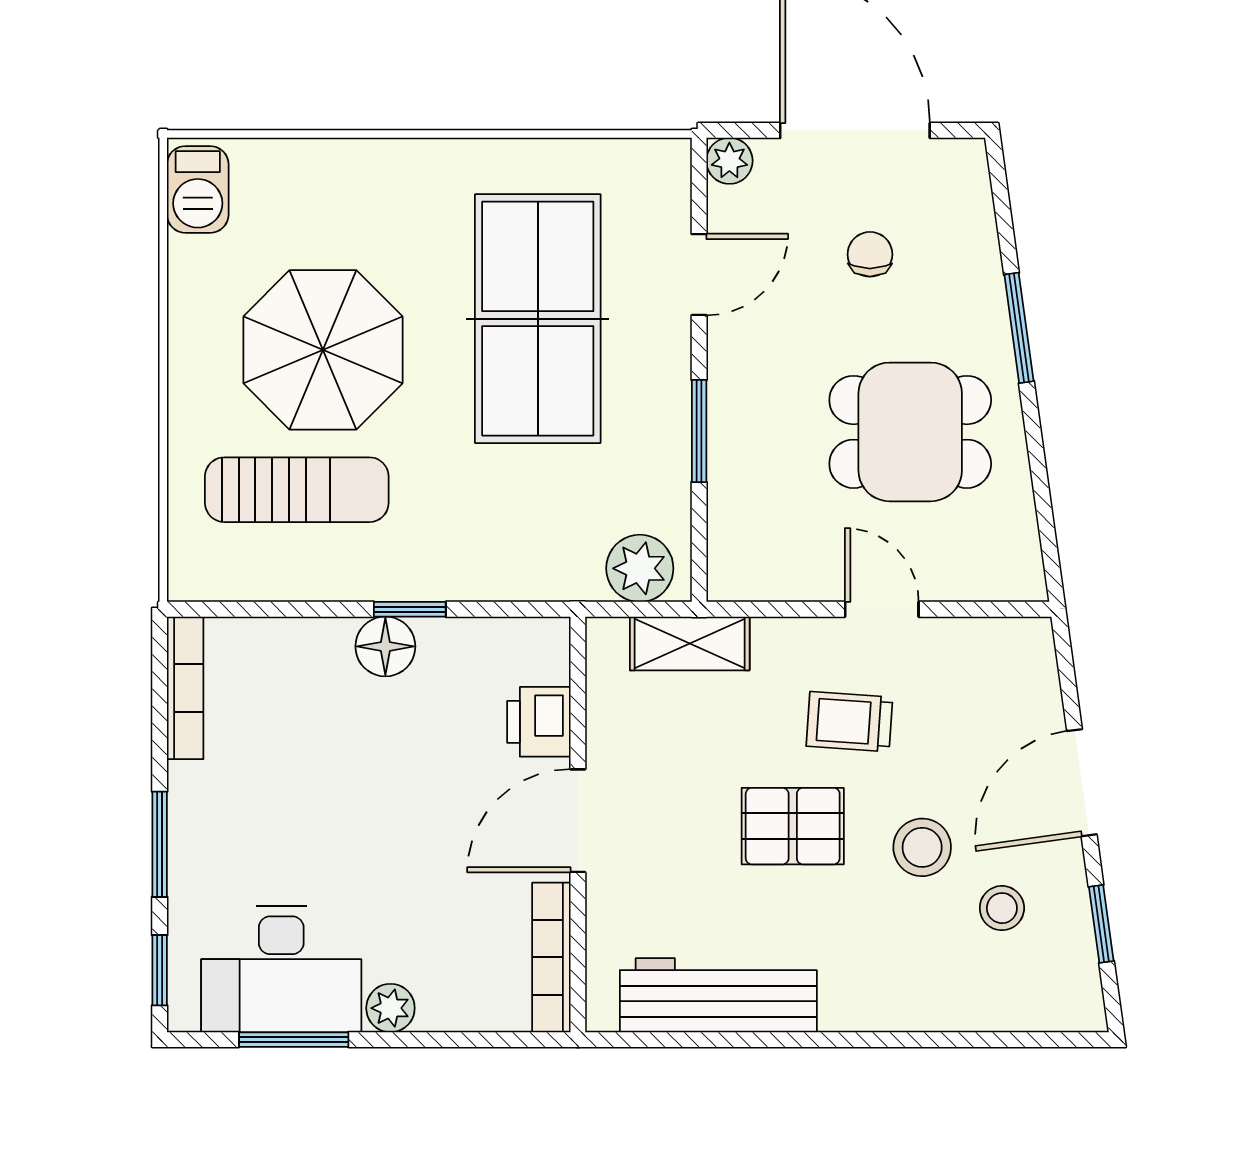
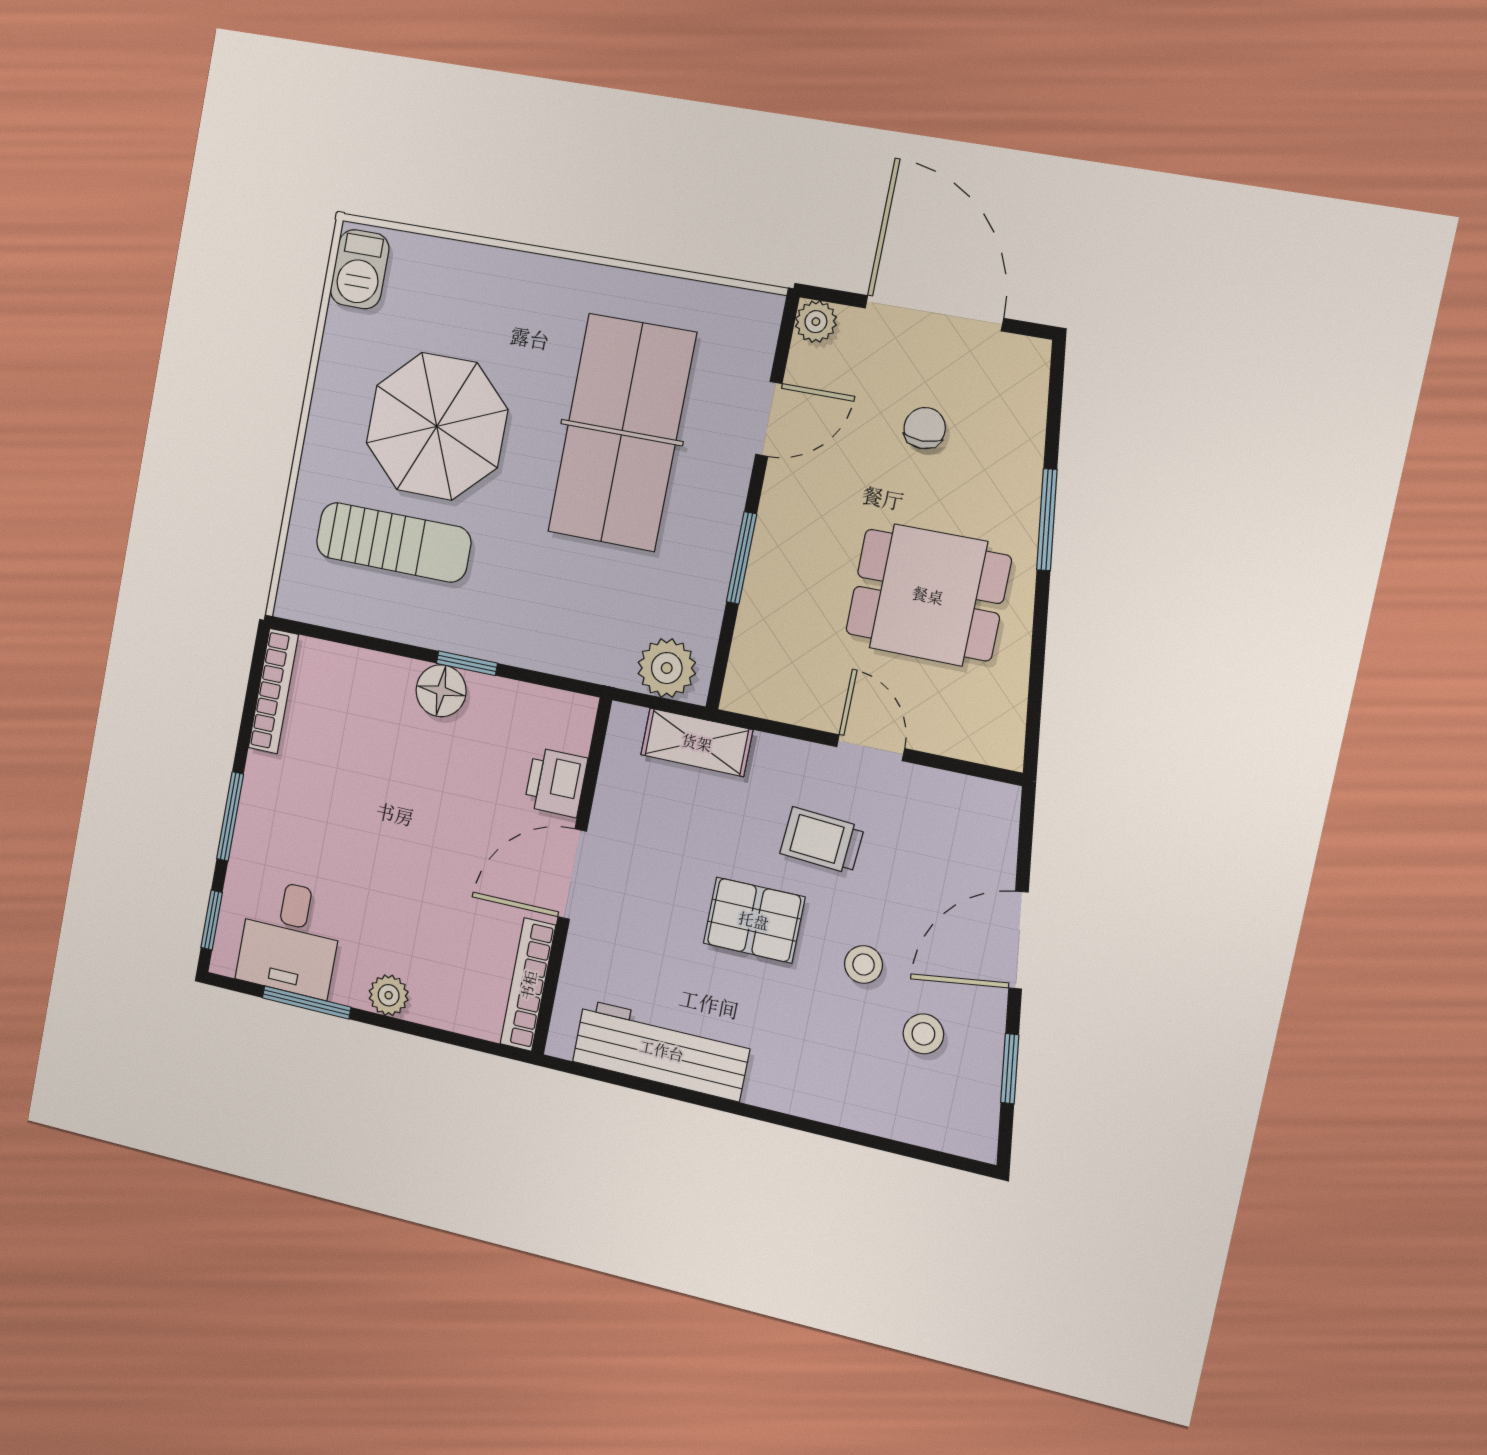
stool: (922, 847) -> (864, 965), width x0.73, depth x0.73
desk: (281, 969) -> (290, 938), width x0.73

